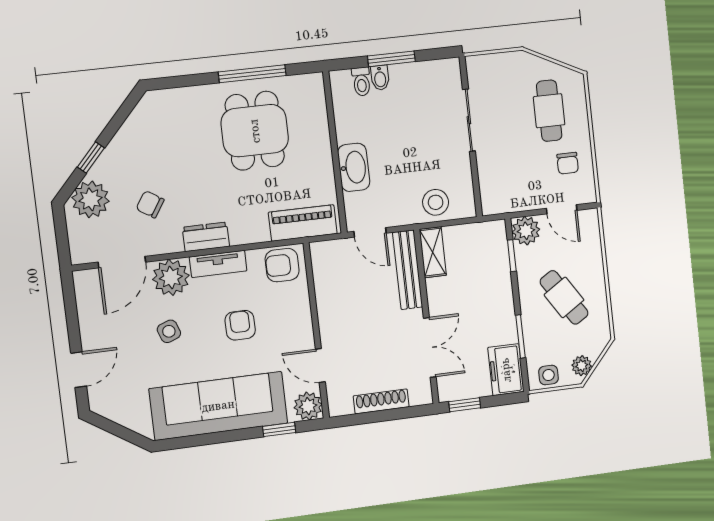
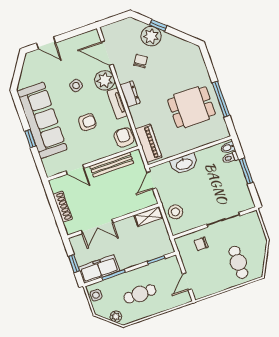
bidet: (380, 78) -> (228, 148), moved
cafe table: (549, 111) -> (238, 262), turned 90
chair: (568, 163) -> (201, 244), moved
plant: (91, 199) -> (151, 36), moved
plant: (526, 231) -> (171, 265), removed
bench: (408, 270) -> (112, 165), moved
cafe table: (564, 297) -> (140, 294), turned 33
door: (320, 366) -> (75, 170), swing flipped
plant: (582, 366) -> (116, 317), moved
freezer: (506, 370) -> (99, 269), width x1.40
window: (465, 405) -> (74, 264), moved
plant: (308, 406) -> (52, 168), removed
window: (279, 429) -> (30, 139), moved

